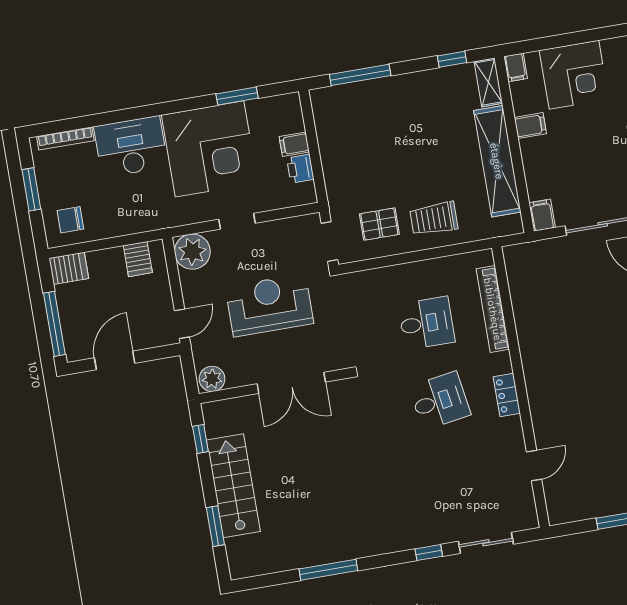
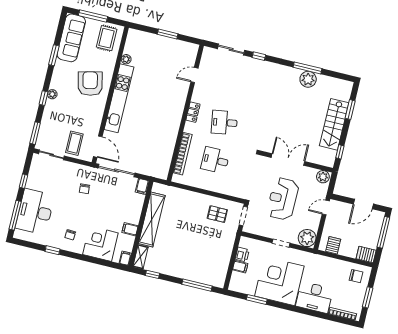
trolley: (434, 219) -> (192, 206), removed
reception desk: (269, 305) -> (283, 199), turned 90
plant: (318, 549) -> (308, 79), added

